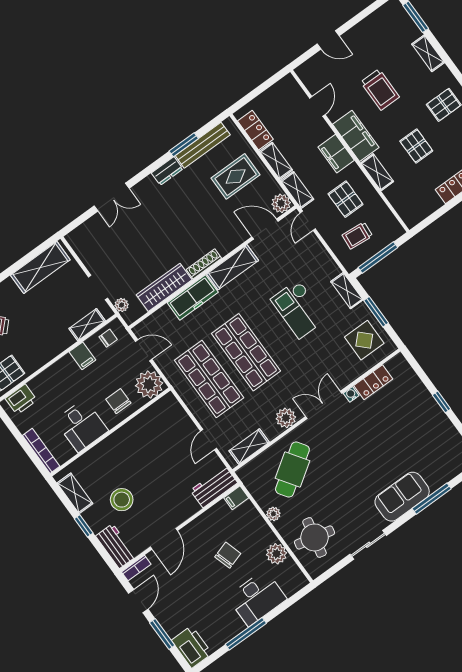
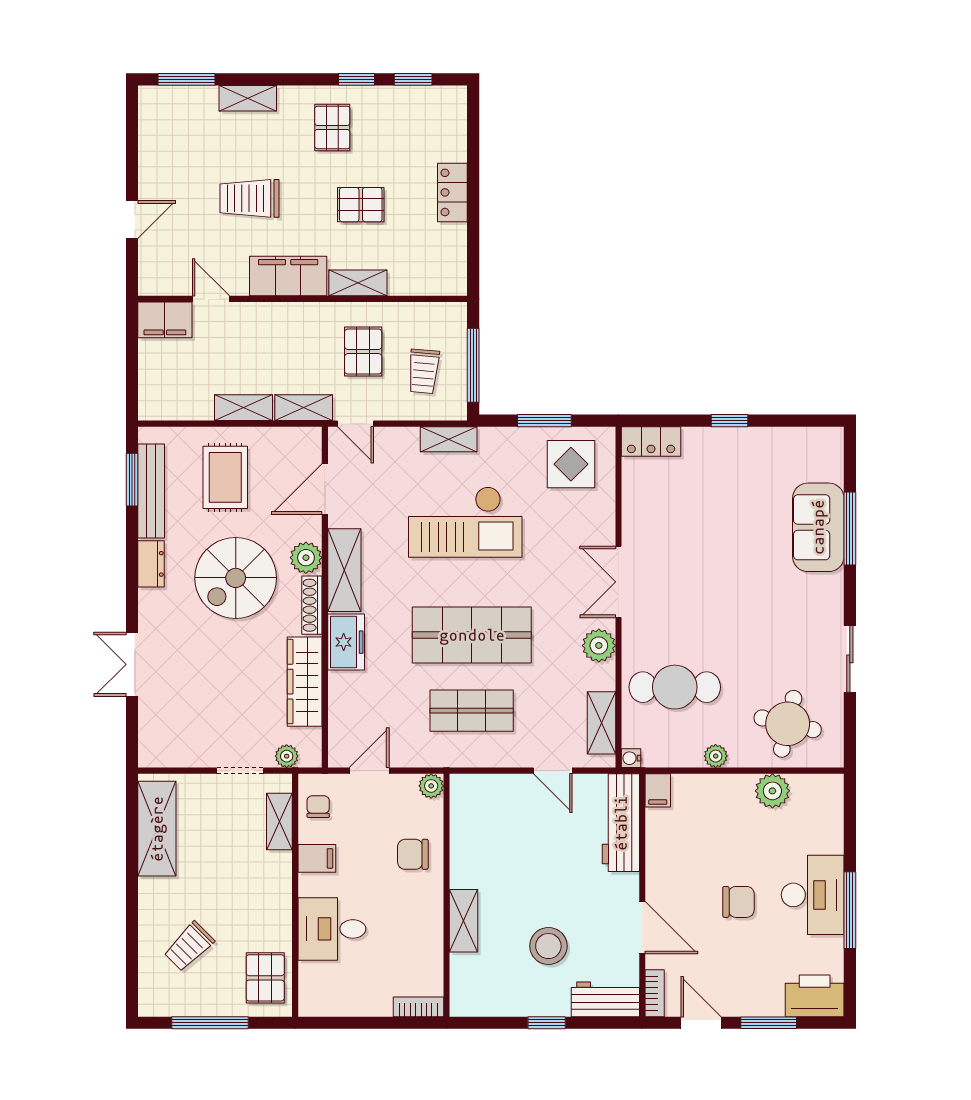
trolley: (380, 90) -> (249, 198), turned 180
locker: (255, 130) -> (182, 405), removed
window: (184, 145) -> (132, 480), moved
filing cabinet: (336, 154) -> (165, 320), moved
double door: (112, 197) -> (132, 664), swing flipped
pallet: (346, 199) -> (363, 352), turned 90
plant: (281, 203) -> (306, 558), moved
spiral stairs: (190, 217) -> (236, 578), added
shelving: (347, 291) -> (449, 439), moved
freezer: (193, 298) -> (346, 642), width x0.71
checkout: (299, 309) -> (465, 522), width x1.36, depth x1.21
shop shelf: (209, 379) -> (472, 711), width x0.70, depth x0.74
locker: (373, 382) -> (651, 441), moved, turned 90
plant: (149, 384) -> (431, 786), width x0.53, depth x0.53
water cooler: (351, 394) -> (631, 758), moved
printer: (21, 399) -> (315, 983), removed
desk: (82, 426) -> (332, 929), moved, turned 180
bookcase: (41, 451) -> (418, 1007), width x0.64
cafe table: (292, 470) -> (675, 687), turned -56
workbench: (214, 486) -> (621, 823), width x1.38
shelving: (75, 493) -> (464, 921), moved, turned 90
sofa: (402, 497) -> (818, 527), moved
chair: (228, 555) -> (738, 902), moved, turned 107
desk: (257, 598) -> (813, 895), moved

